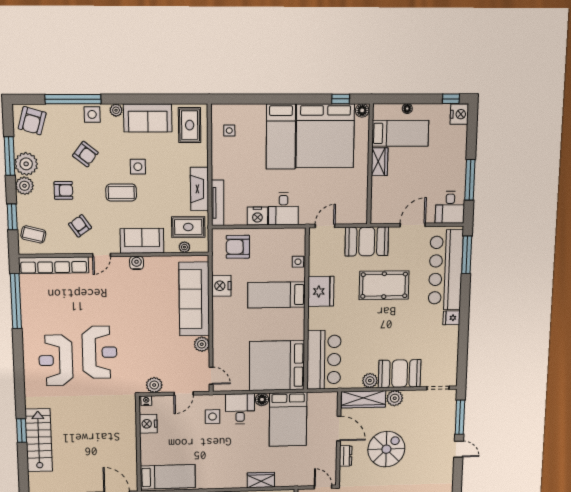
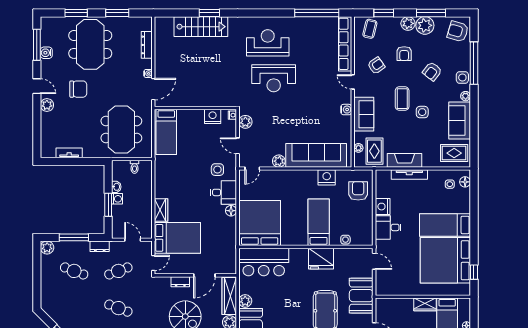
floor lamp: (362, 110) -> (465, 182), moved
tv unit: (218, 203) -> (409, 175), moved
bed: (288, 419) -> (177, 238), moved, turned 180

